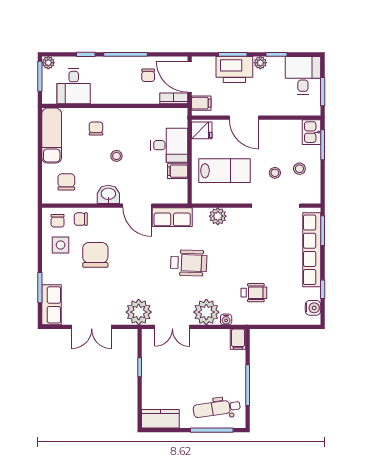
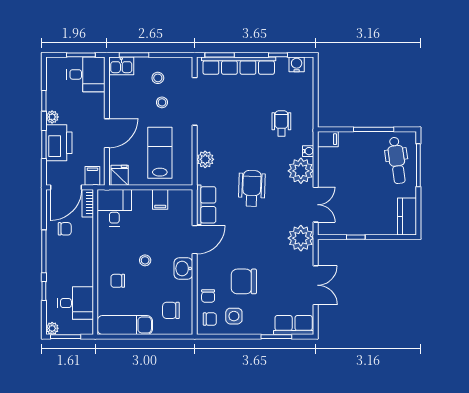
desk: (303, 75) -> (86, 74), moved, turned 180
desk: (169, 145) -> (114, 208), moved

